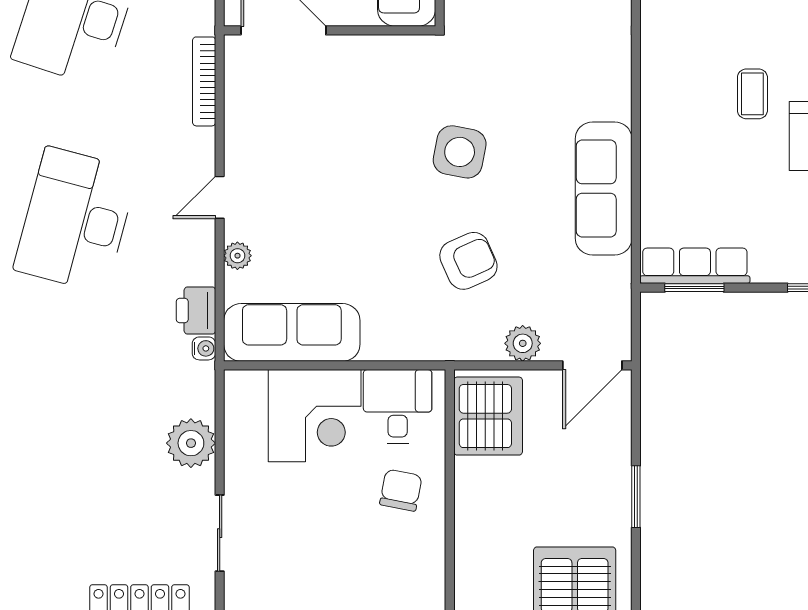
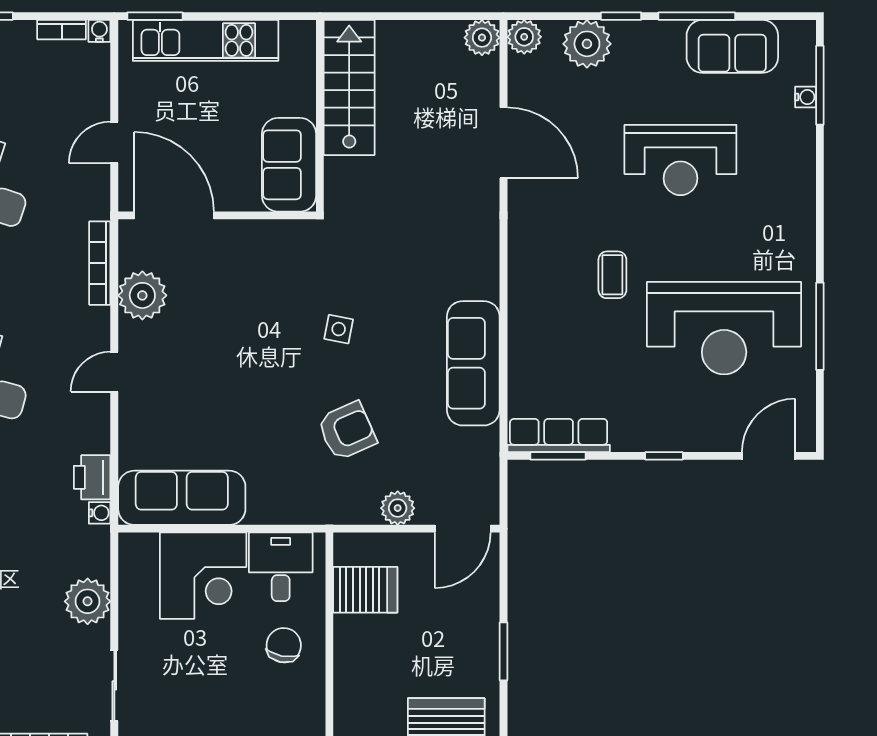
side table: (460, 152) -> (339, 329), width x0.54, depth x0.54
plant: (237, 256) -> (142, 295), moved, width x1.87, depth x1.87
server rack: (488, 416) -> (365, 590), width x0.62

